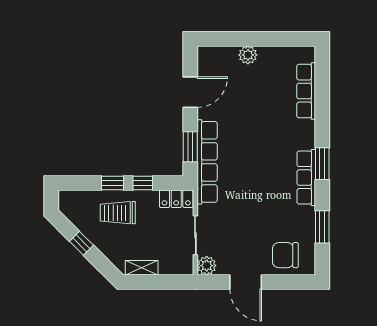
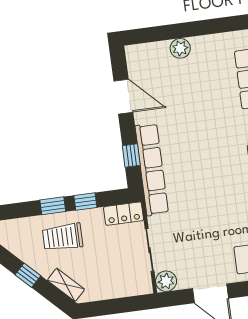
door: (190, 92) -> (123, 97), hinge flipped
window: (190, 147) -> (131, 156), width x0.67
shelving: (142, 268) -> (66, 285), moved, turned 45

